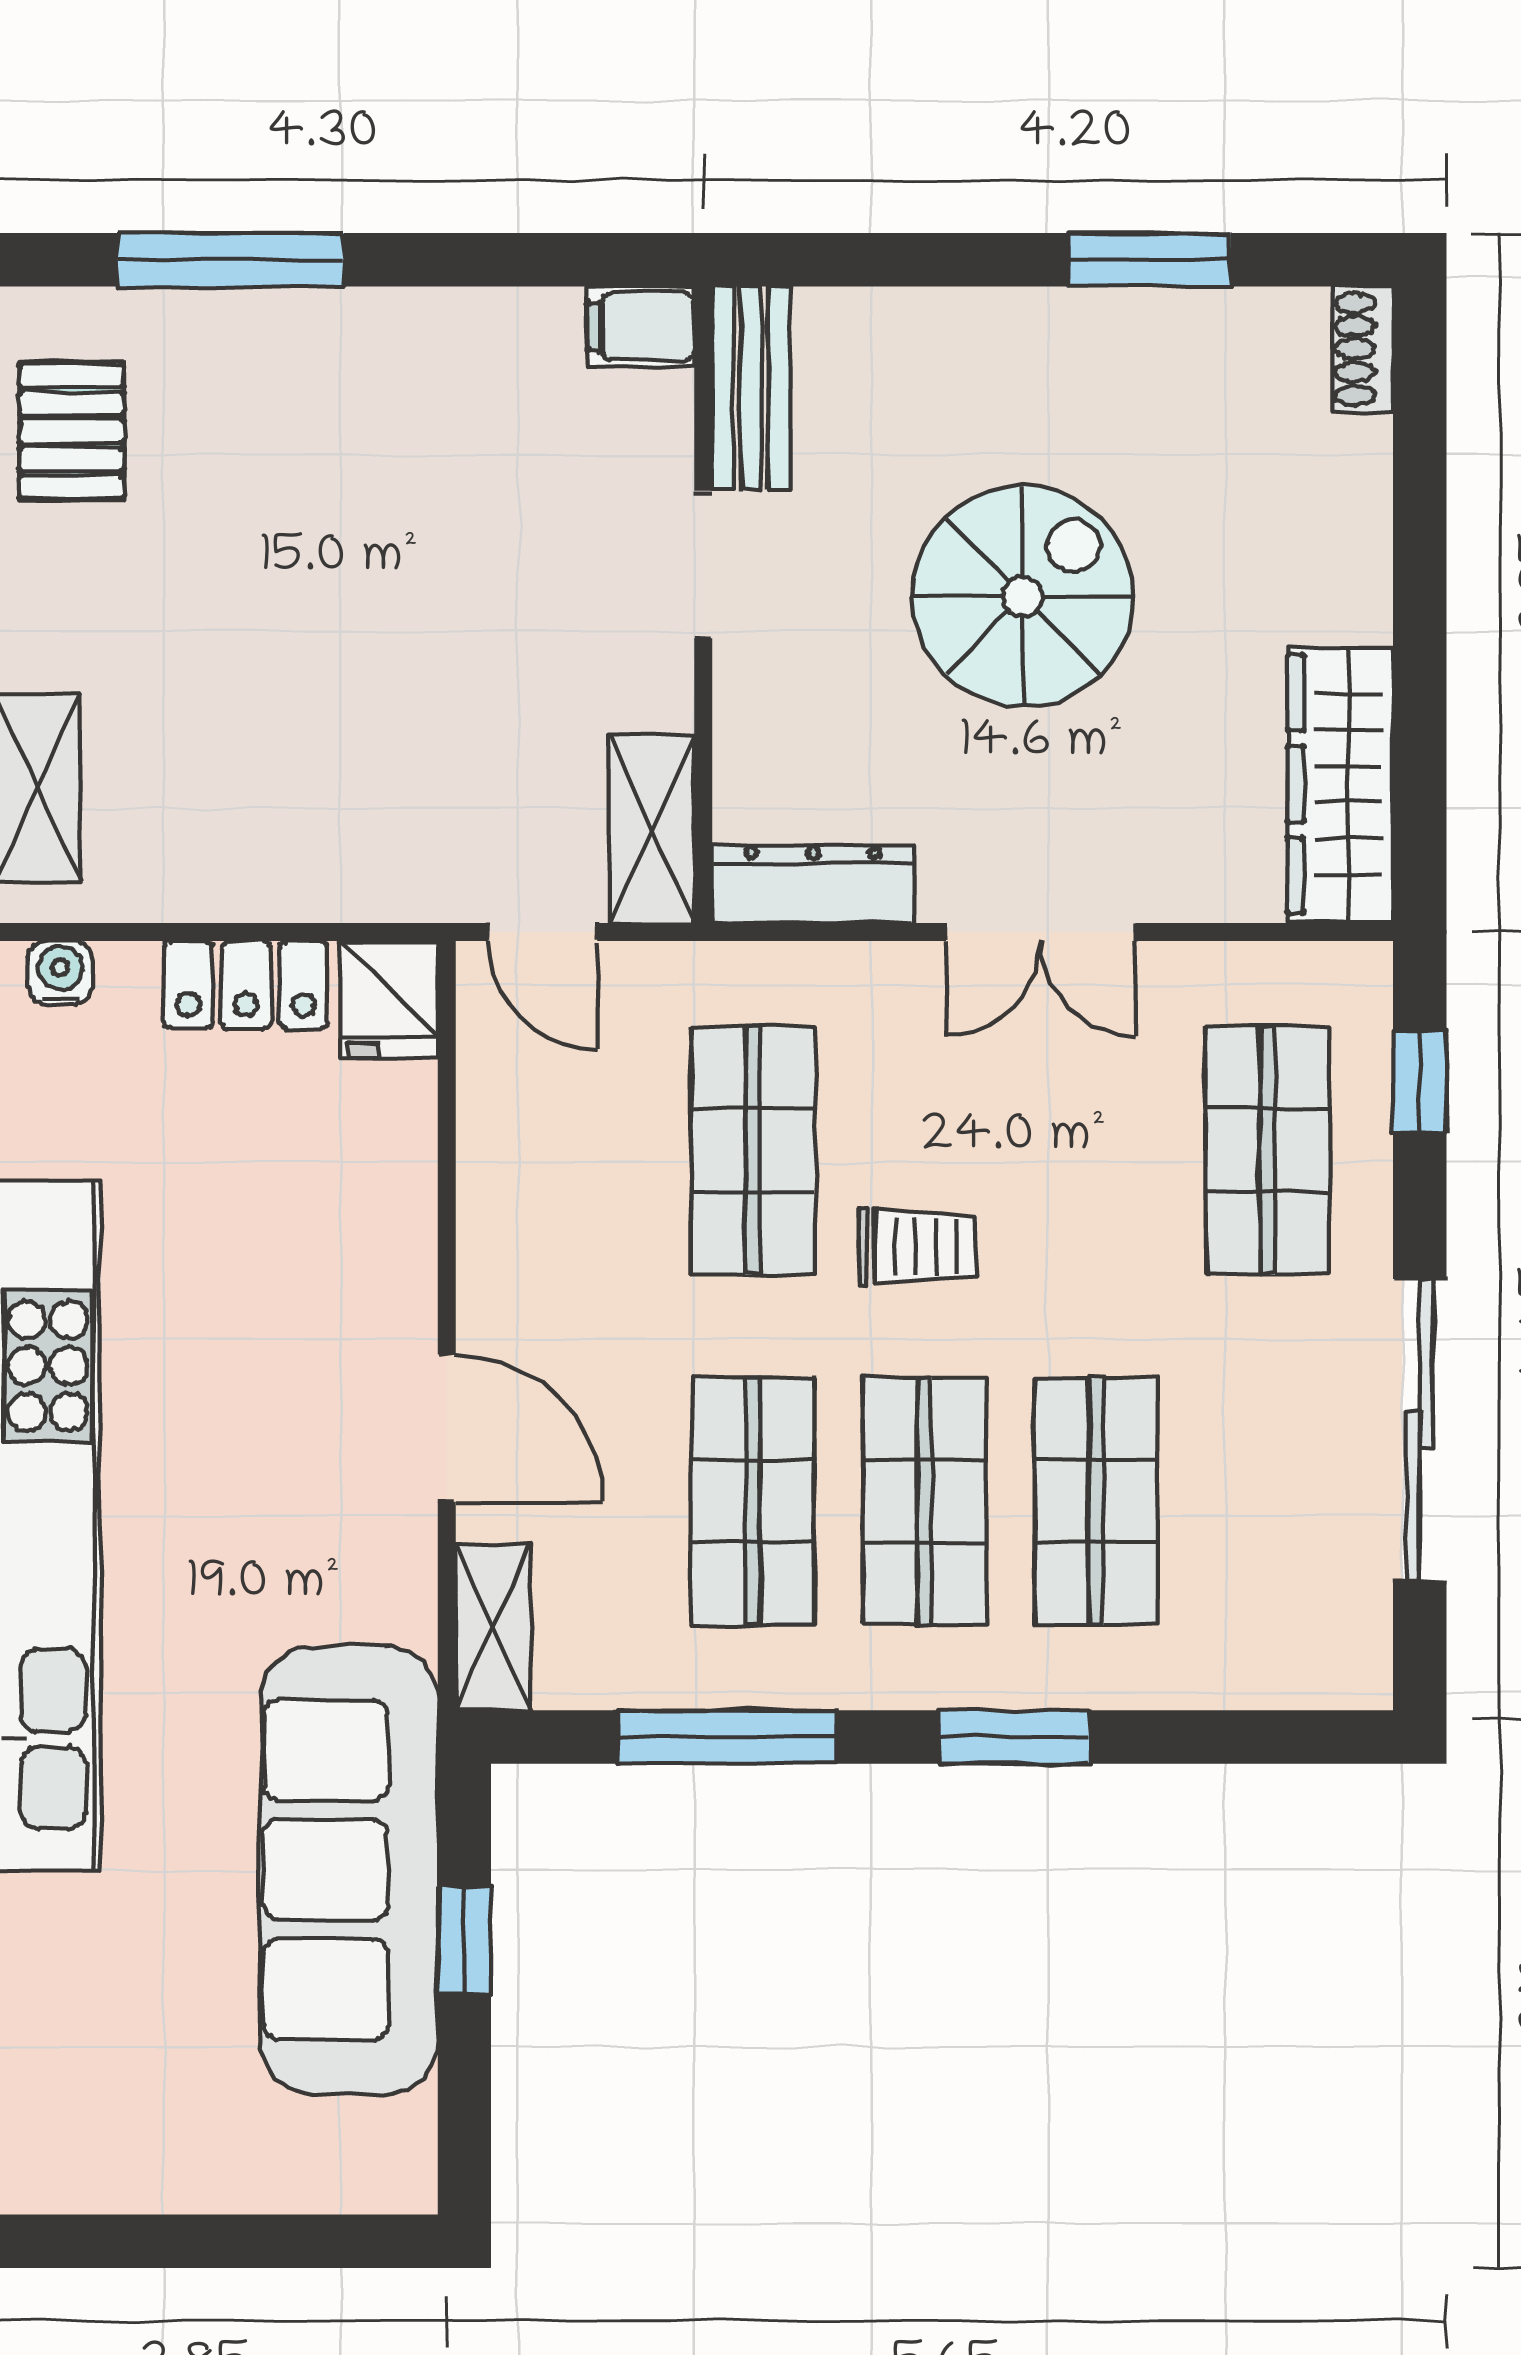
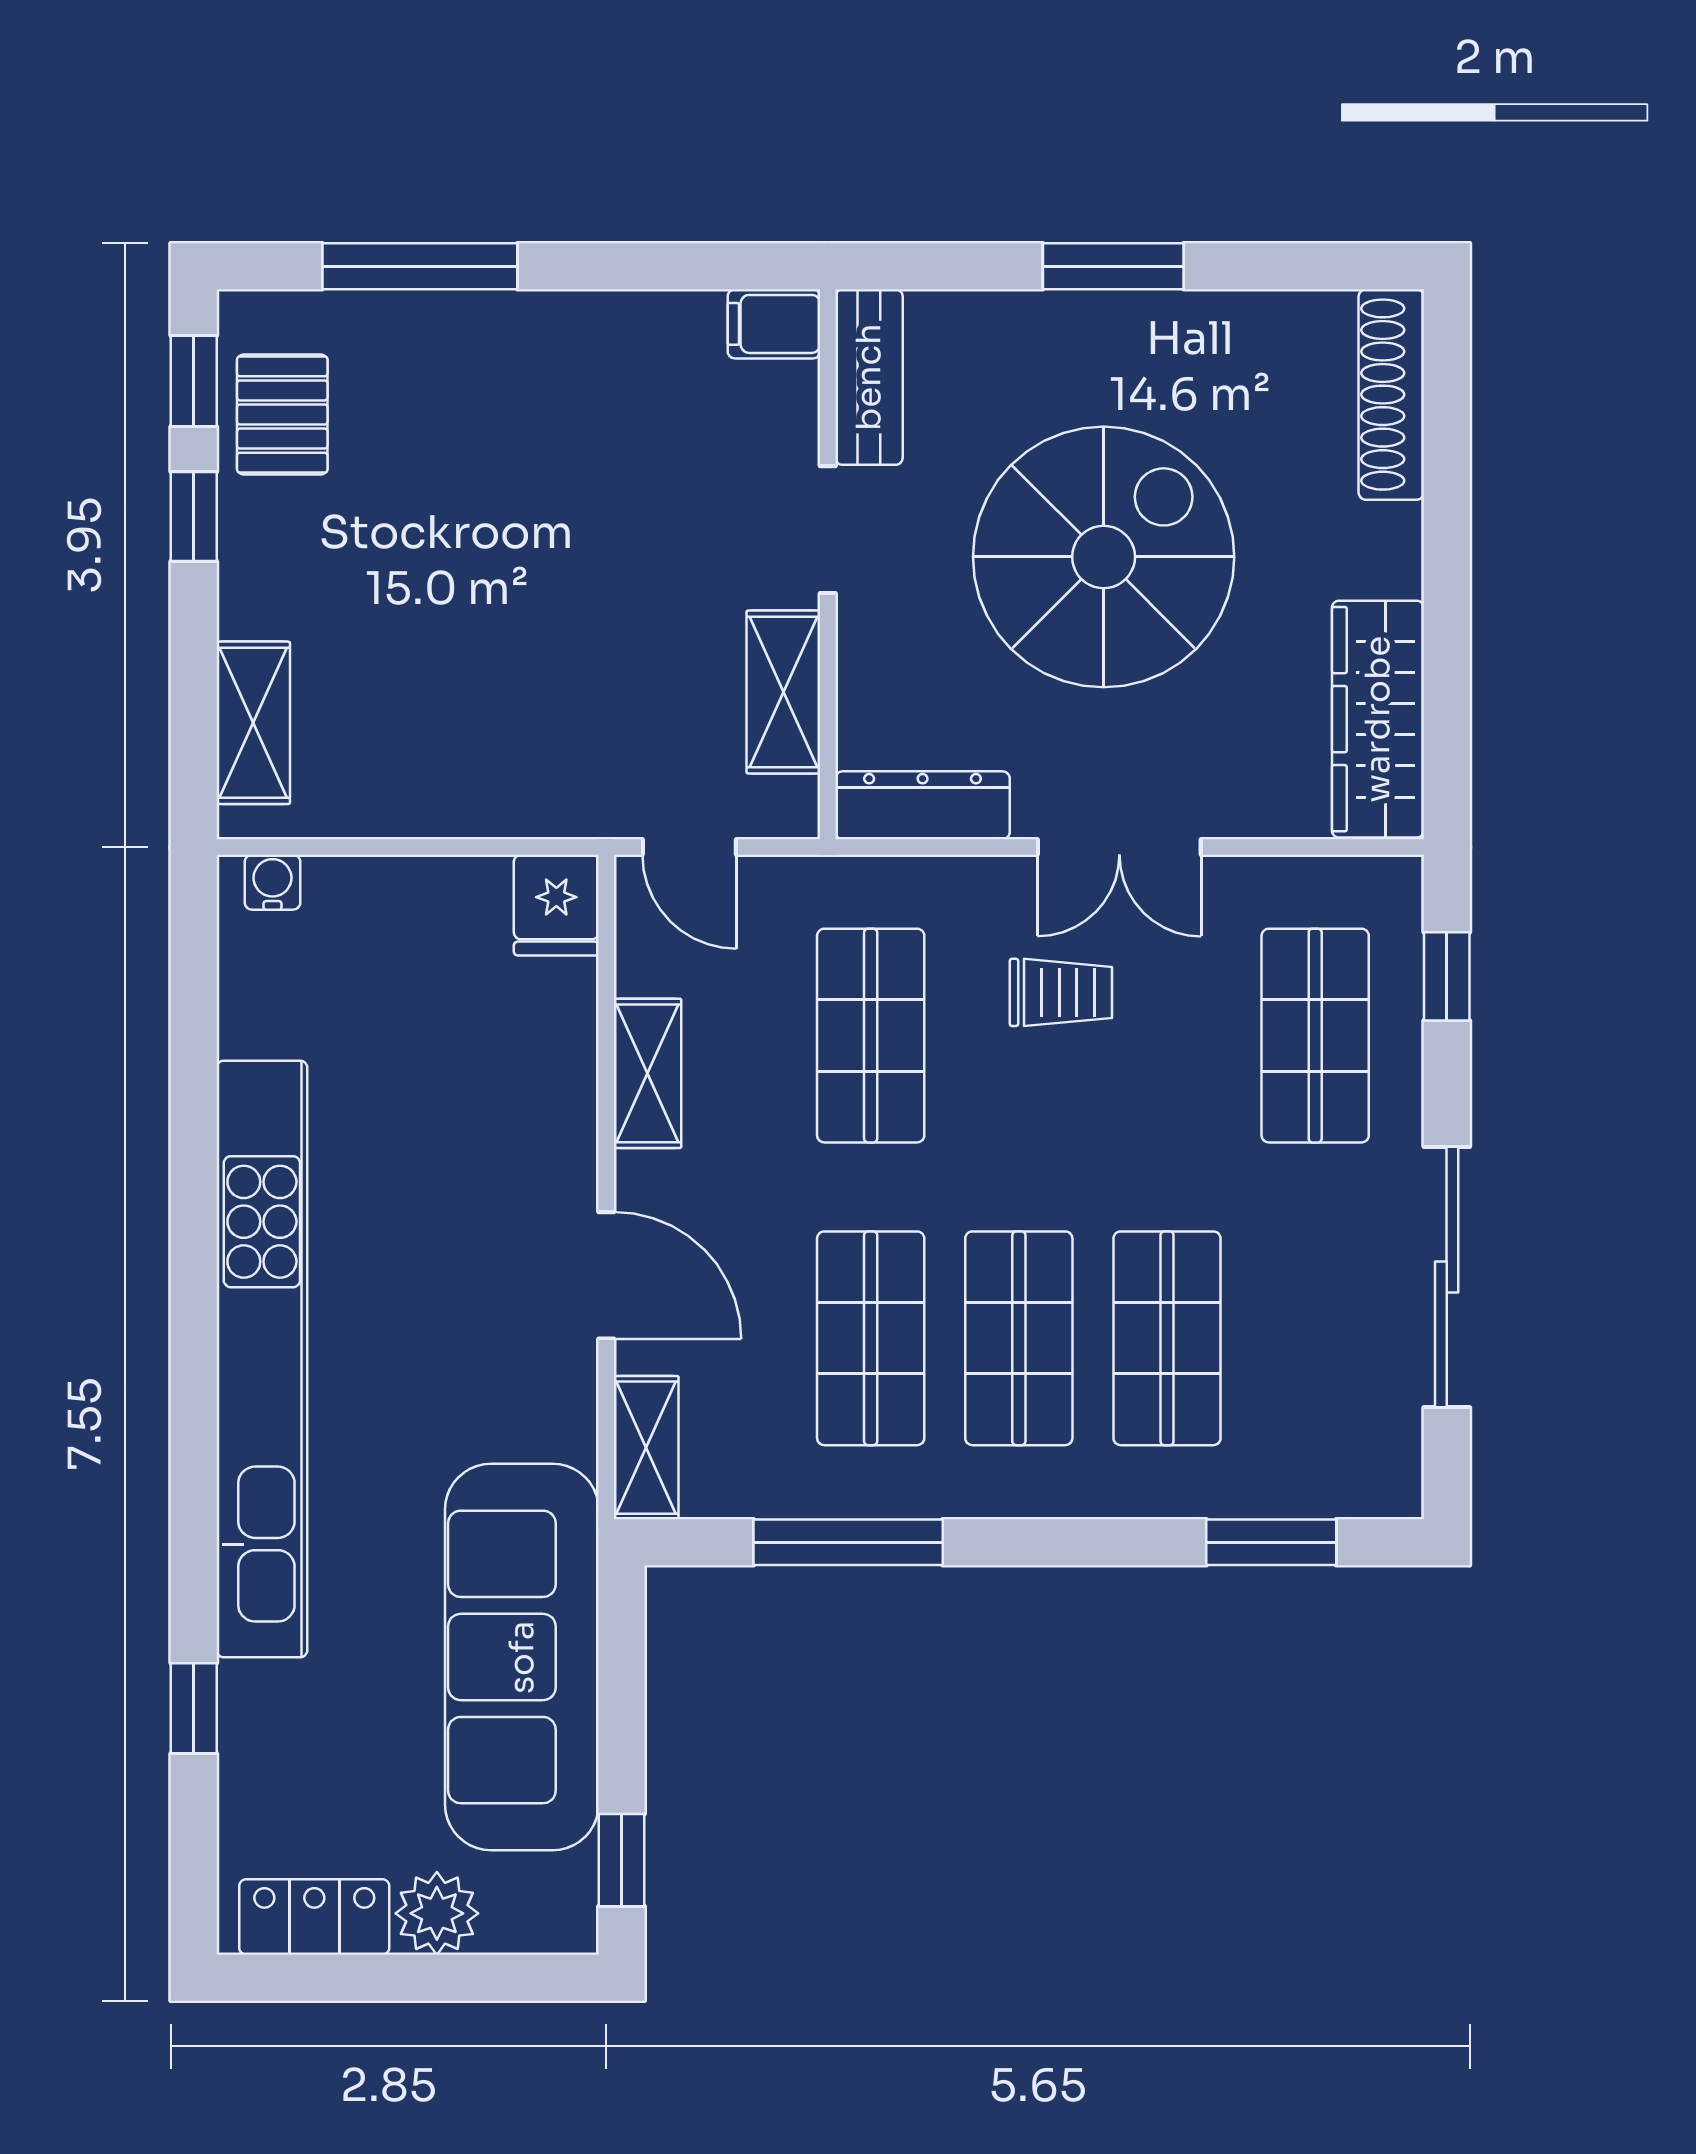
window: (1149, 260) -> (1113, 266), moved
shoe rack: (1363, 349) -> (1391, 395), width x1.94, depth x1.24
spiral stairs: (1023, 596) -> (1104, 557), width x1.37, depth x1.37
shelving: (652, 829) -> (783, 692), moved
locker: (246, 985) -> (314, 1917), moved, turned 180
shelving: (495, 1194) -> (648, 1073), added
trolley: (917, 1246) -> (1061, 992), moved
window: (1014, 1737) -> (1271, 1542), moved
window: (464, 1940) -> (622, 1860), moved
plant: (251, 2167) -> (437, 1913), added

